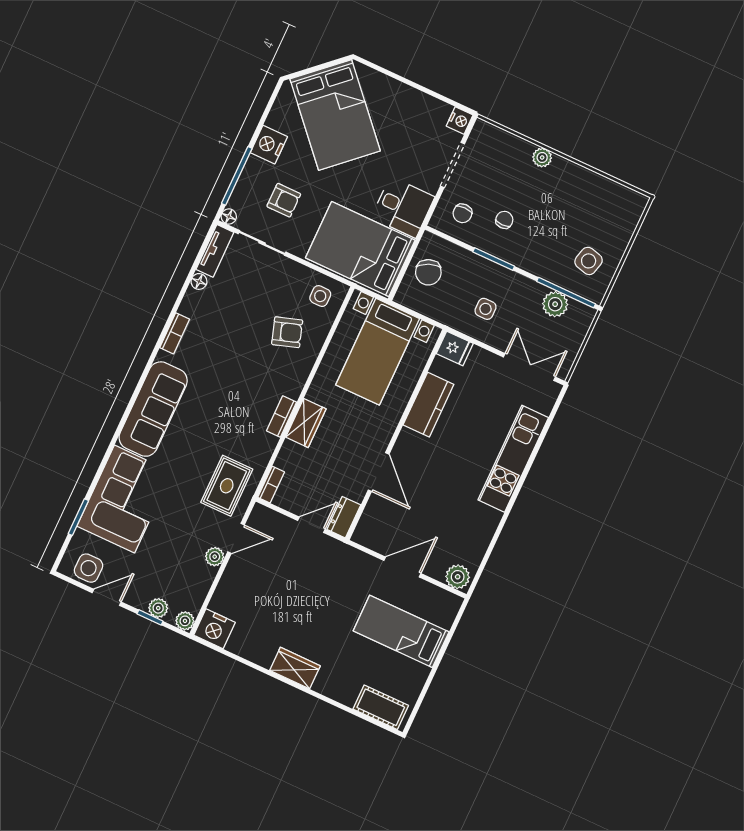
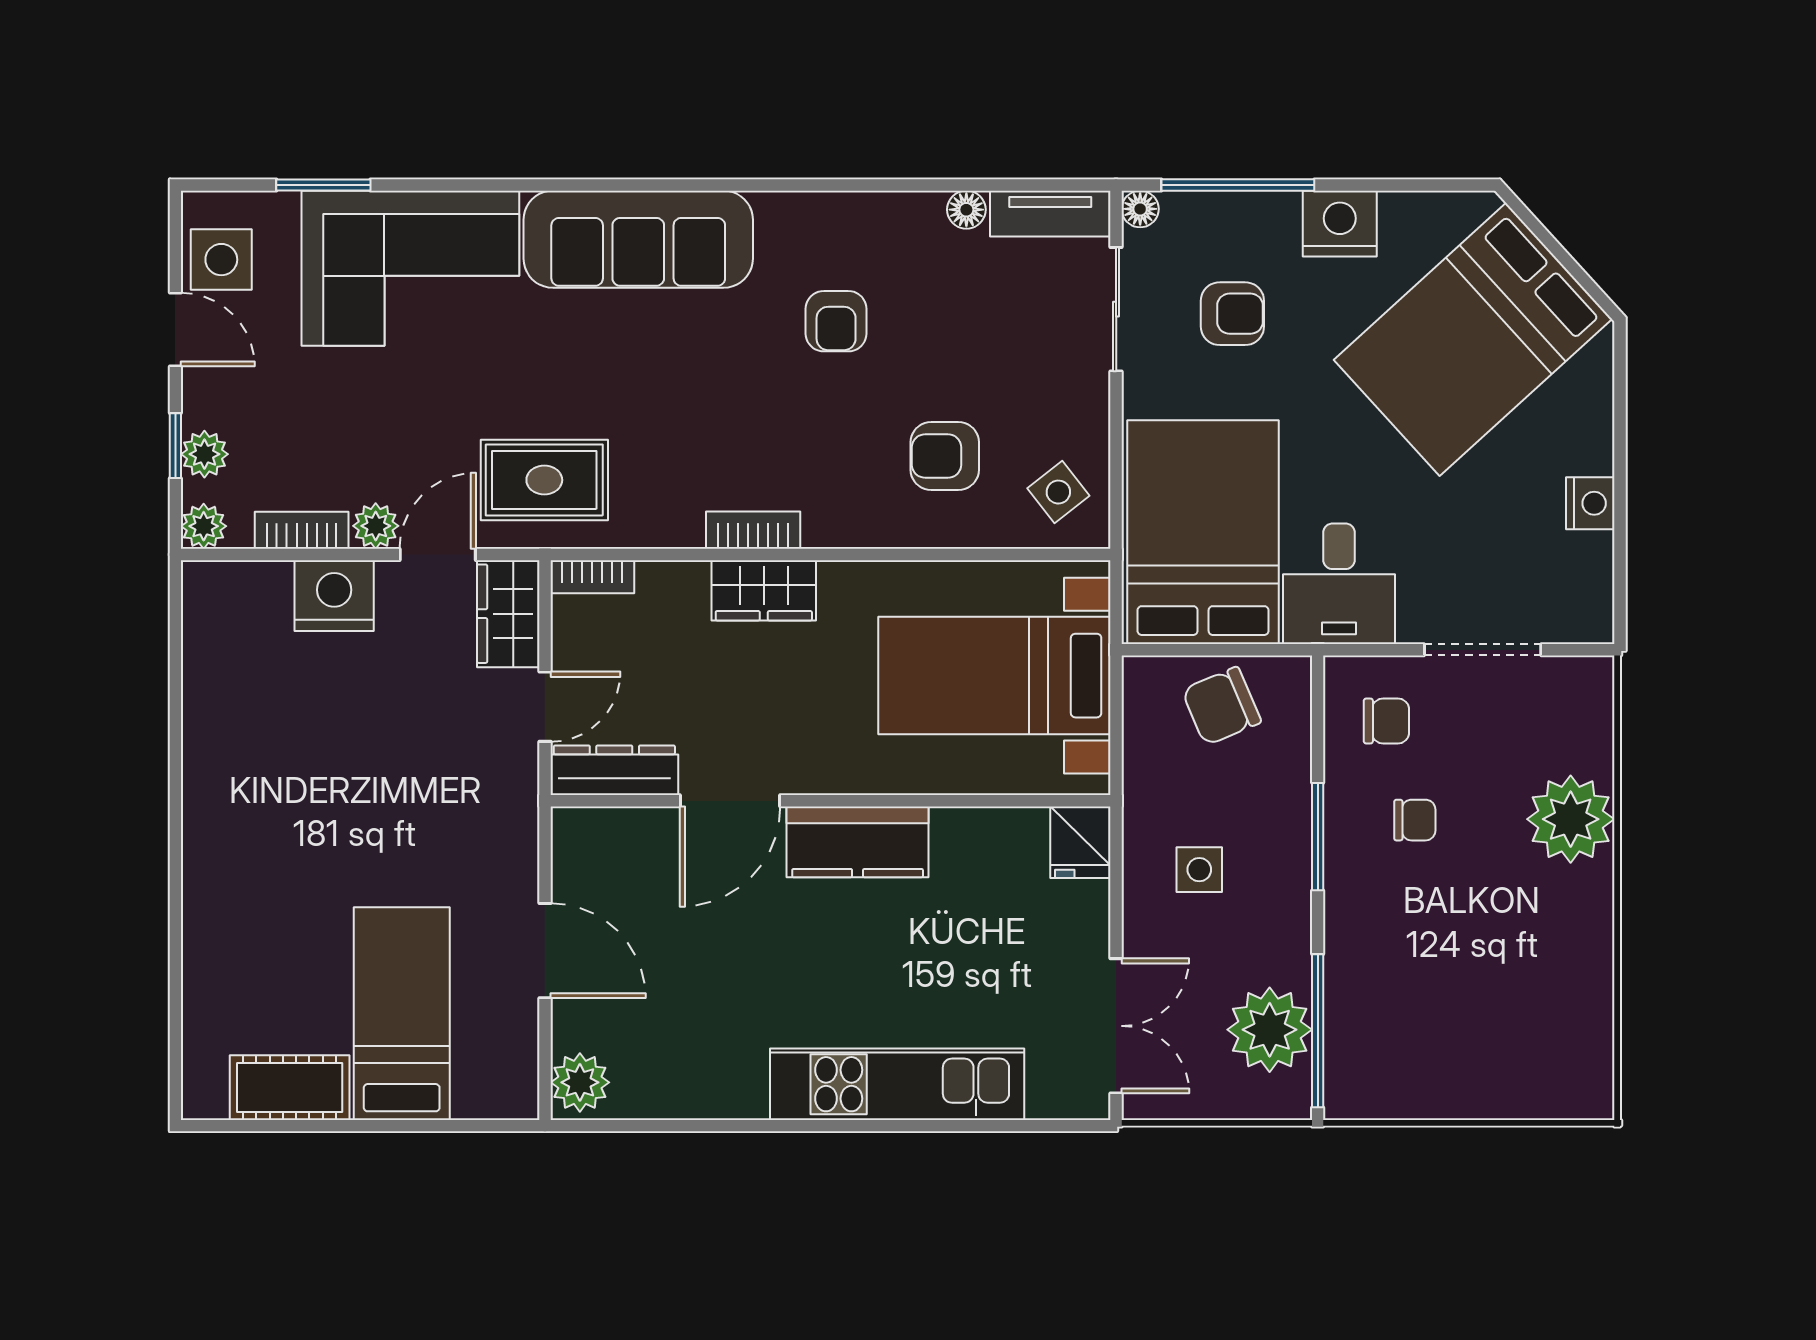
nightstand: (460, 121) -> (1590, 503), moved, turned -90
plant: (542, 157) -> (1571, 819), width x1.88, depth x1.88
armchair: (284, 200) -> (1232, 314), turned -90
chair: (462, 213) -> (1386, 721), turned 180
side table: (589, 261) -> (1410, 1048), removed
side table: (320, 296) -> (1058, 492), turned -38
plant: (555, 304) -> (1270, 1030), width x1.36, depth x1.36
armchair: (287, 332) -> (945, 456), turned 108
bookcase: (175, 333) -> (302, 530), moved, turned 180
armchair: (218, 349) -> (836, 321), added
kitchen counter: (428, 405) -> (858, 842), moved
dresser: (344, 517) -> (614, 770), width x1.44
door: (311, 525) -> (545, 707), hinge flipped
door: (236, 538) -> (438, 554), swing flipped
nightstand: (215, 629) -> (334, 596), moved, turned 90
wardrobe: (295, 668) -> (508, 614), moved, turned 180
cot: (381, 707) -> (290, 1088), moved, turned 90

